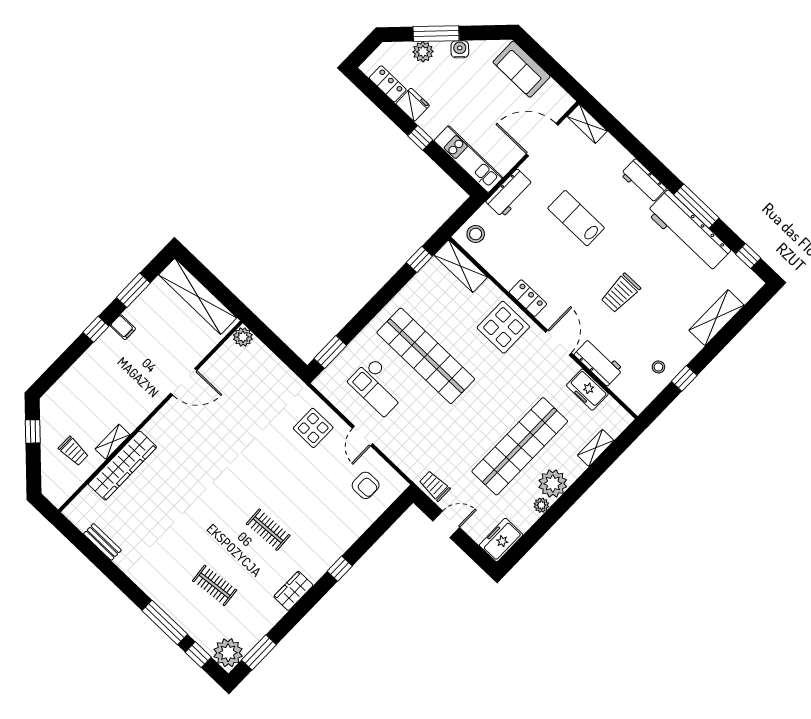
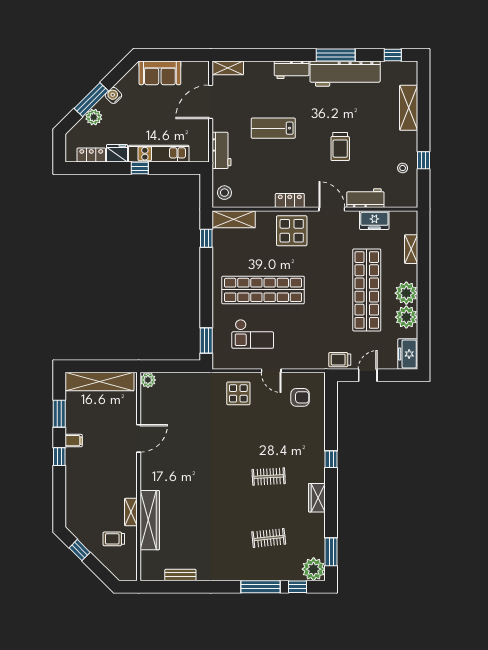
kitchen unit: (468, 159) -> (159, 154), moved
trolley: (73, 451) -> (114, 539), turned 180
plant: (541, 505) -> (406, 317), width x1.87, depth x1.87

